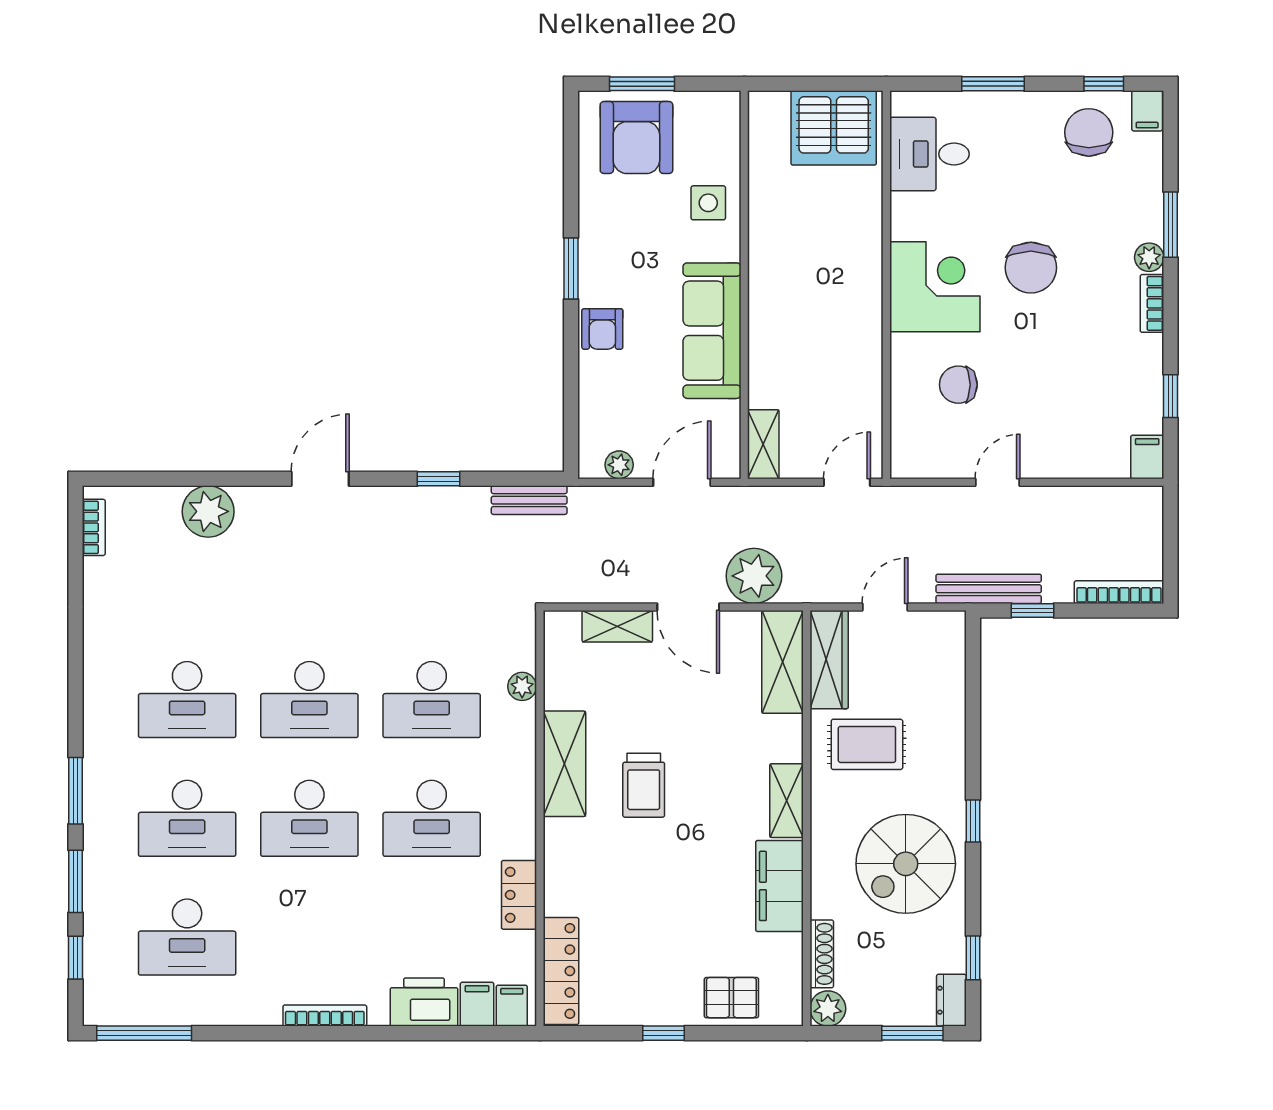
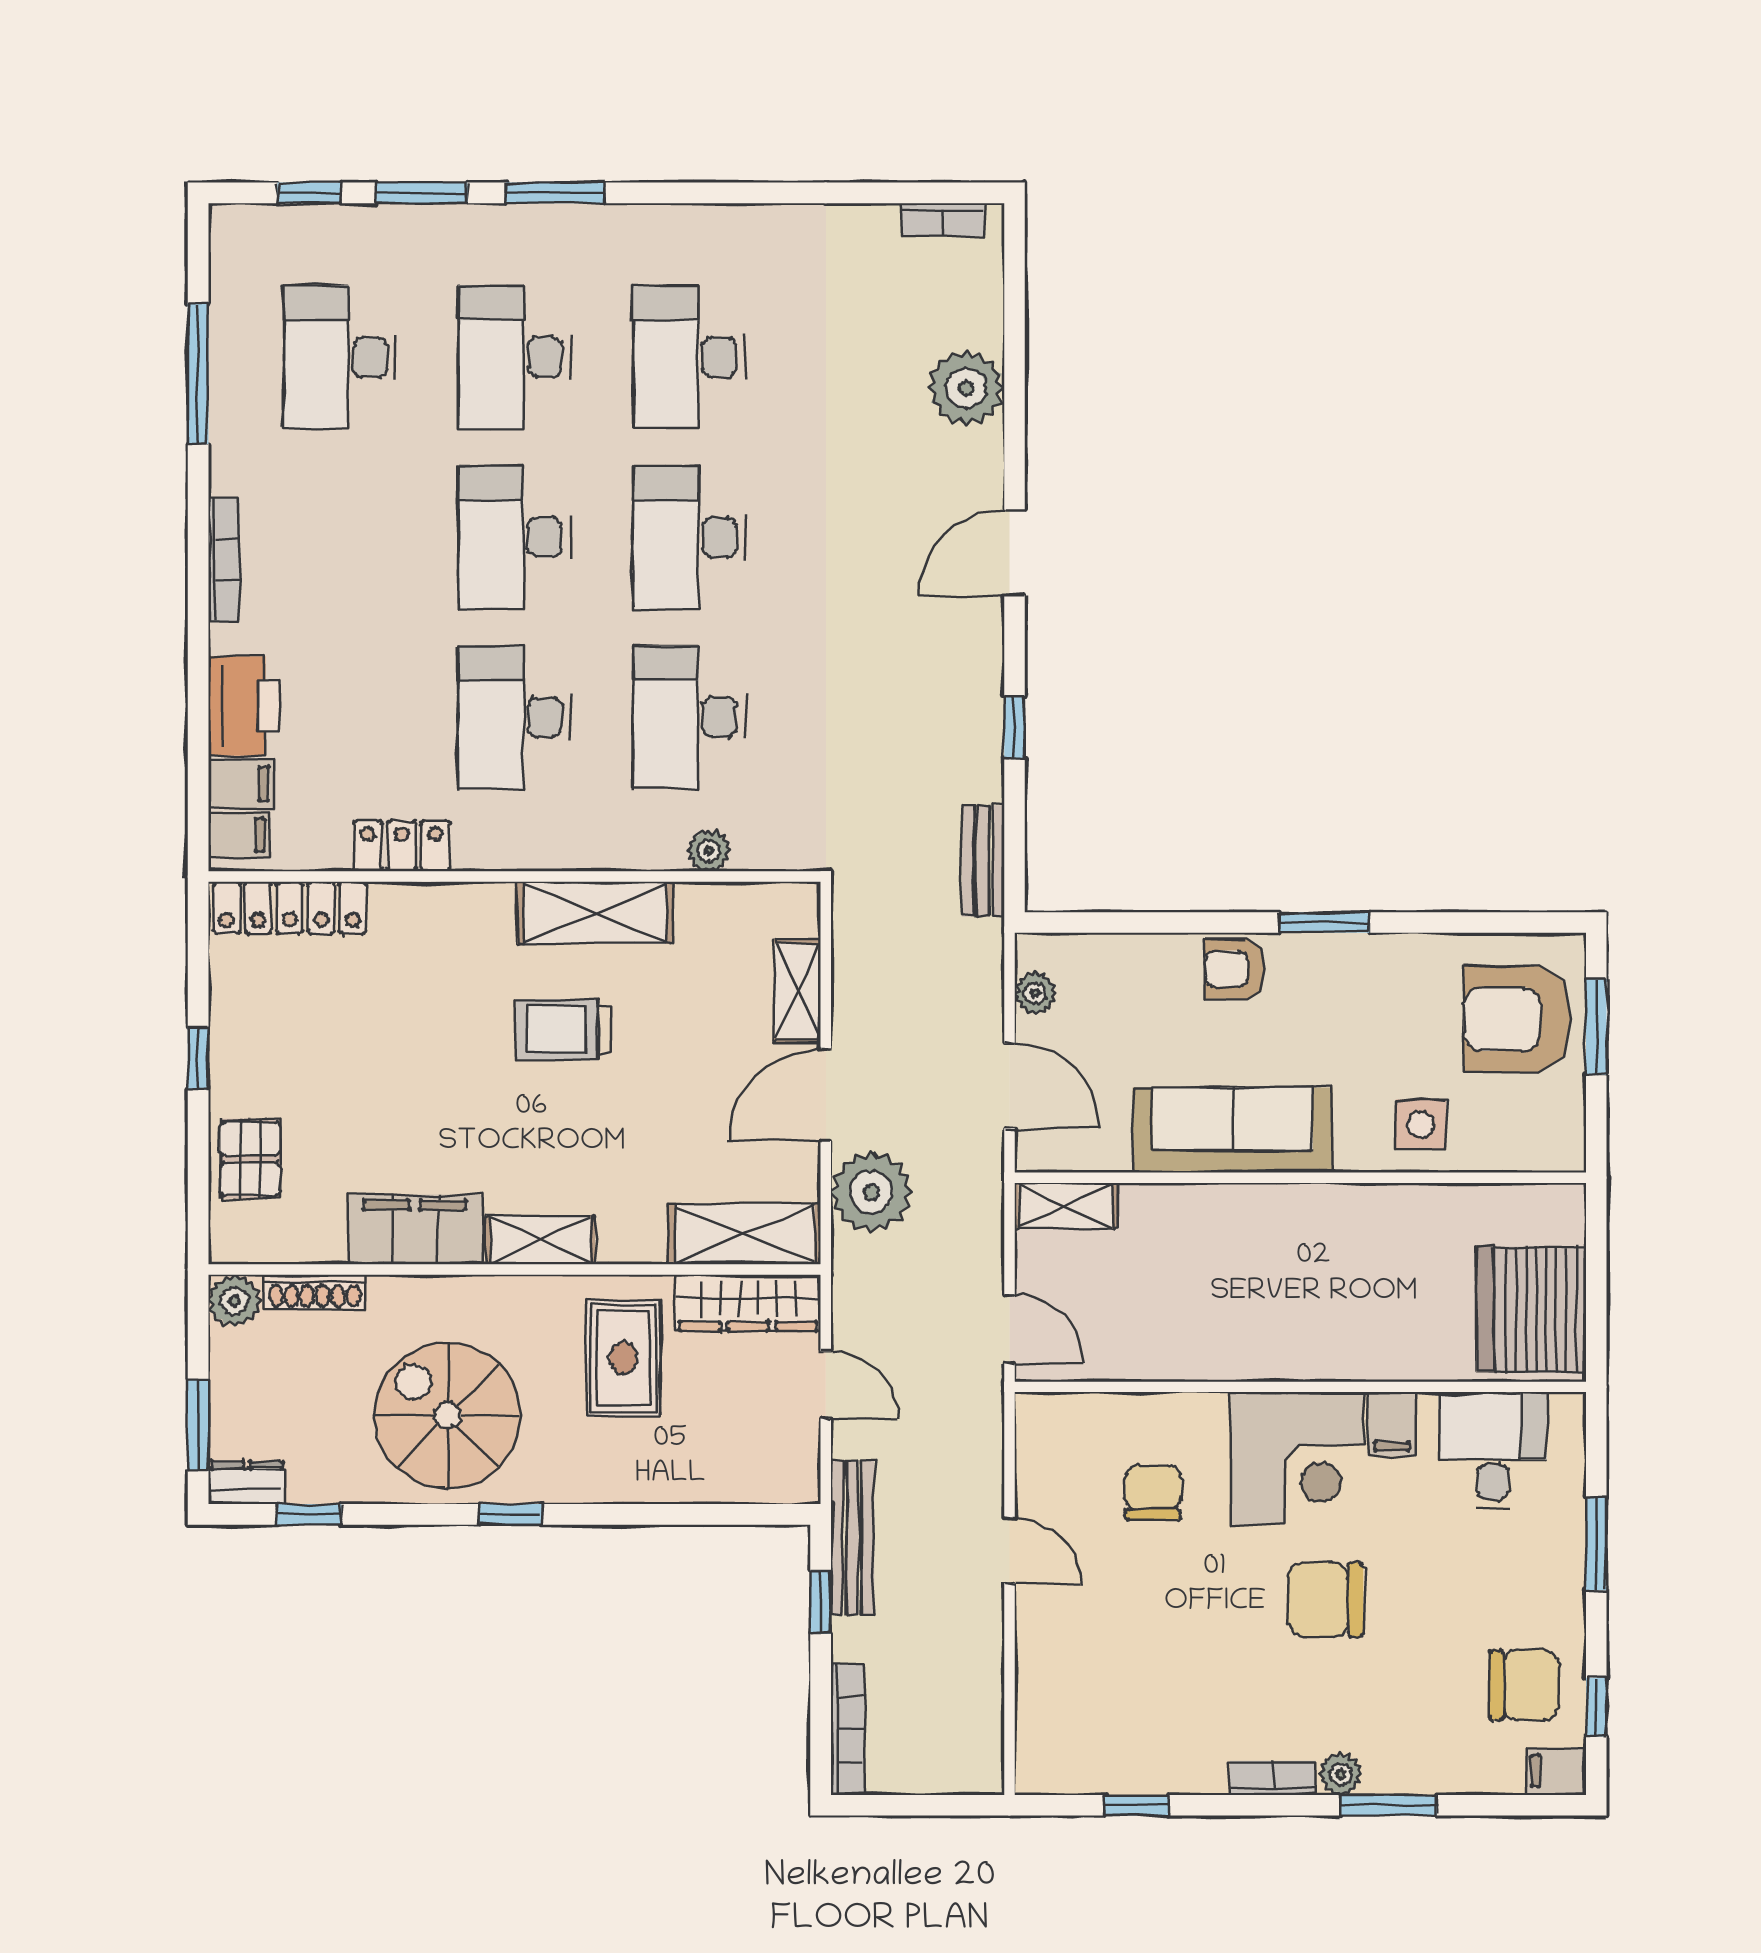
filing cabinet: (1147, 457) -> (1392, 1424), moved, turned 90
door: (320, 479) -> (1015, 553), swing flipped
window: (144, 1033) -> (198, 374), moved

